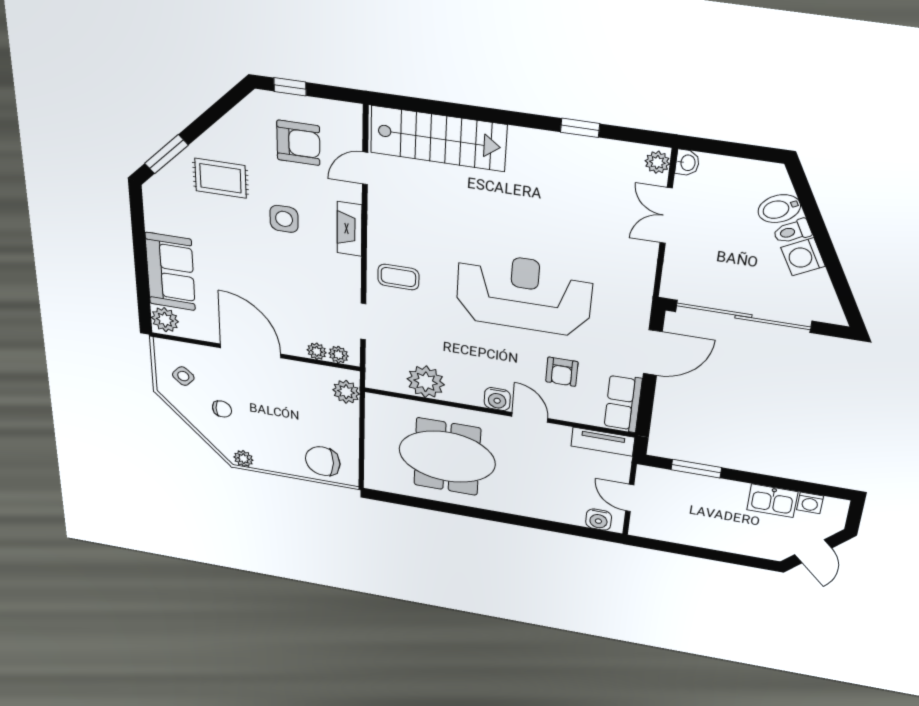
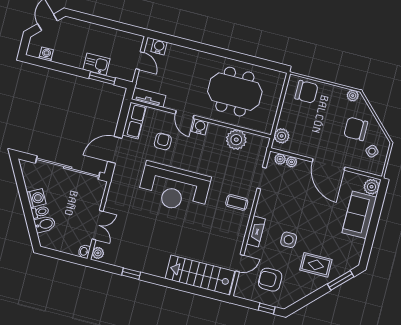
chair: (222, 409) -> (356, 129), width x1.87, depth x1.87
kitchen sink: (772, 501) -> (96, 64), moved

